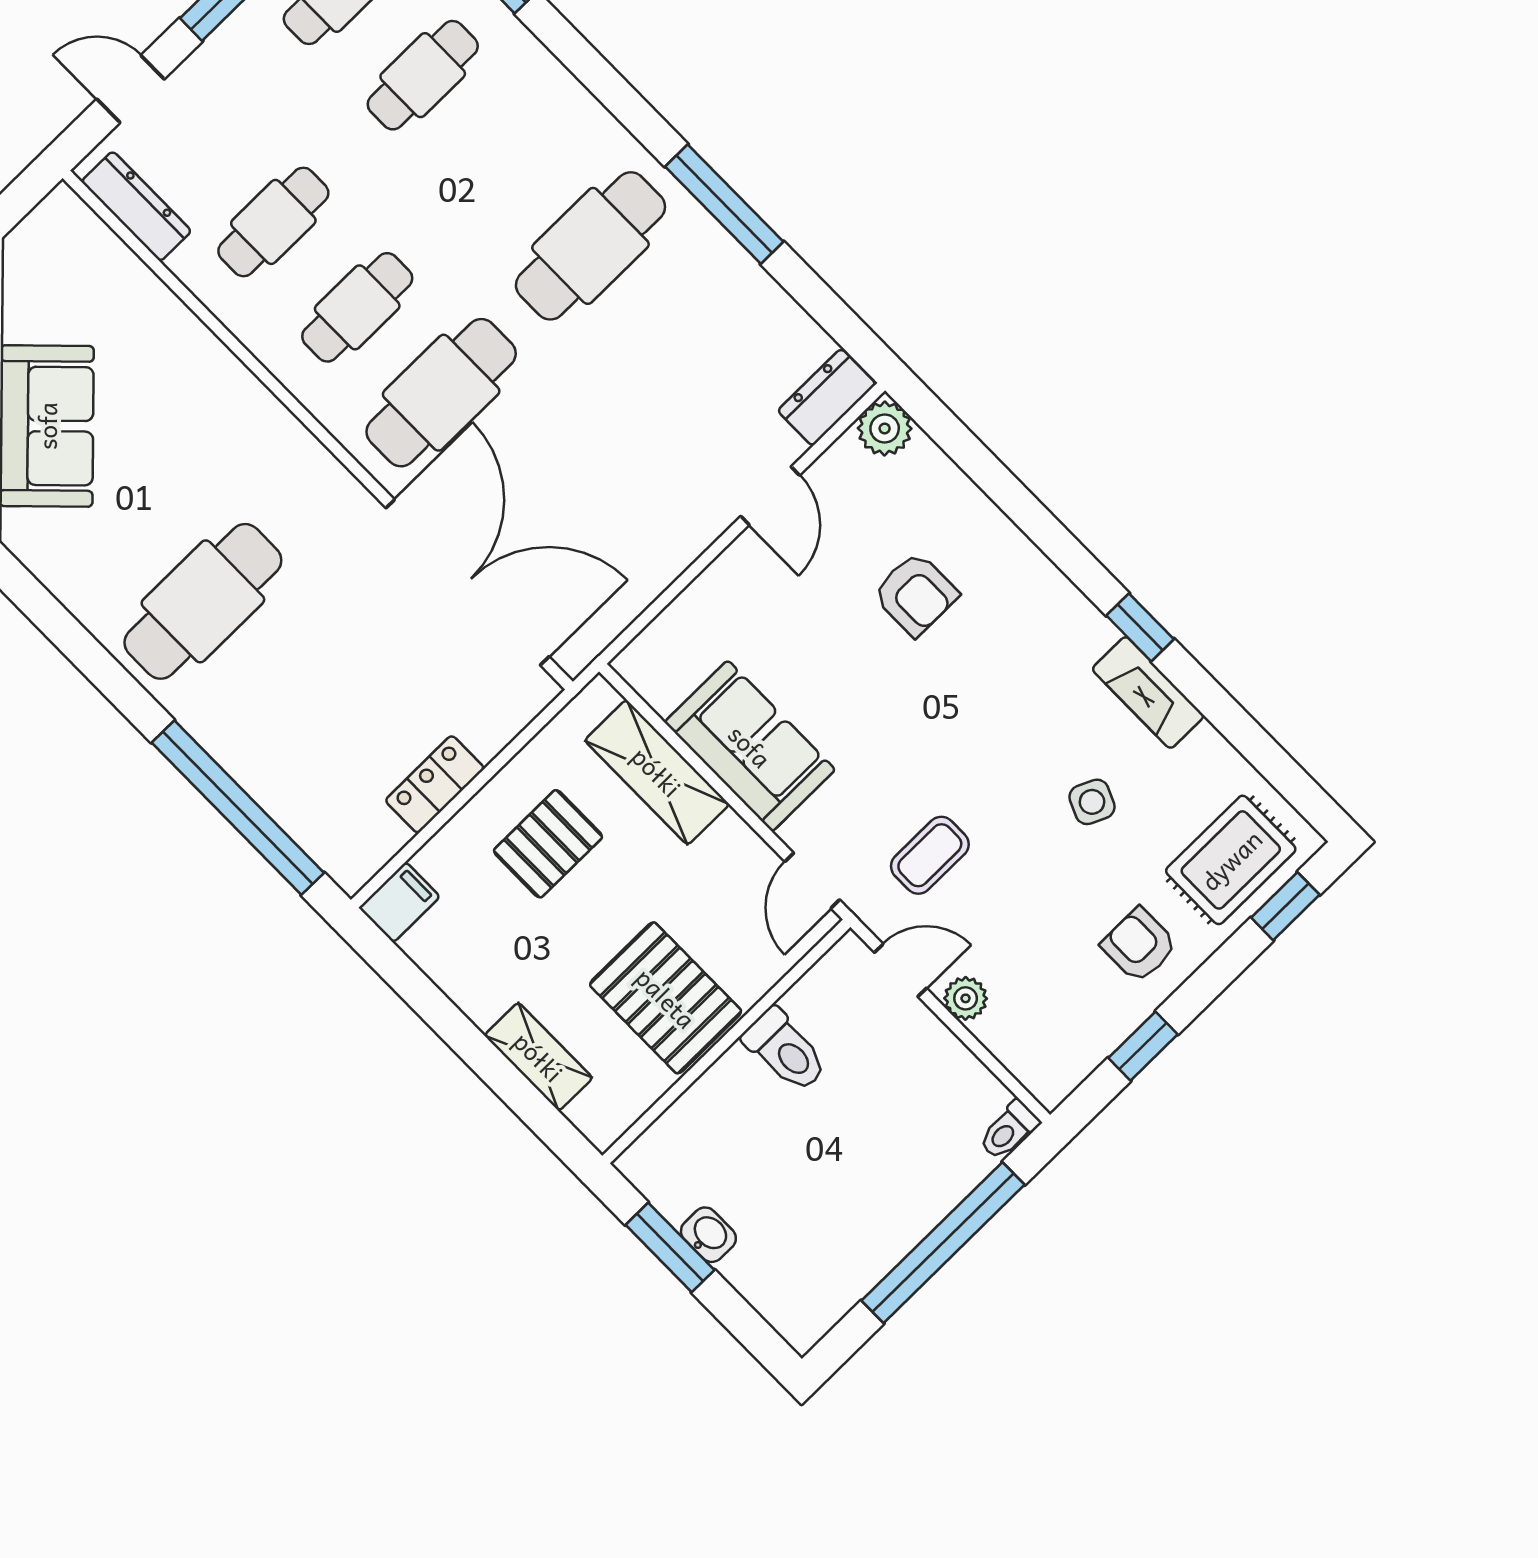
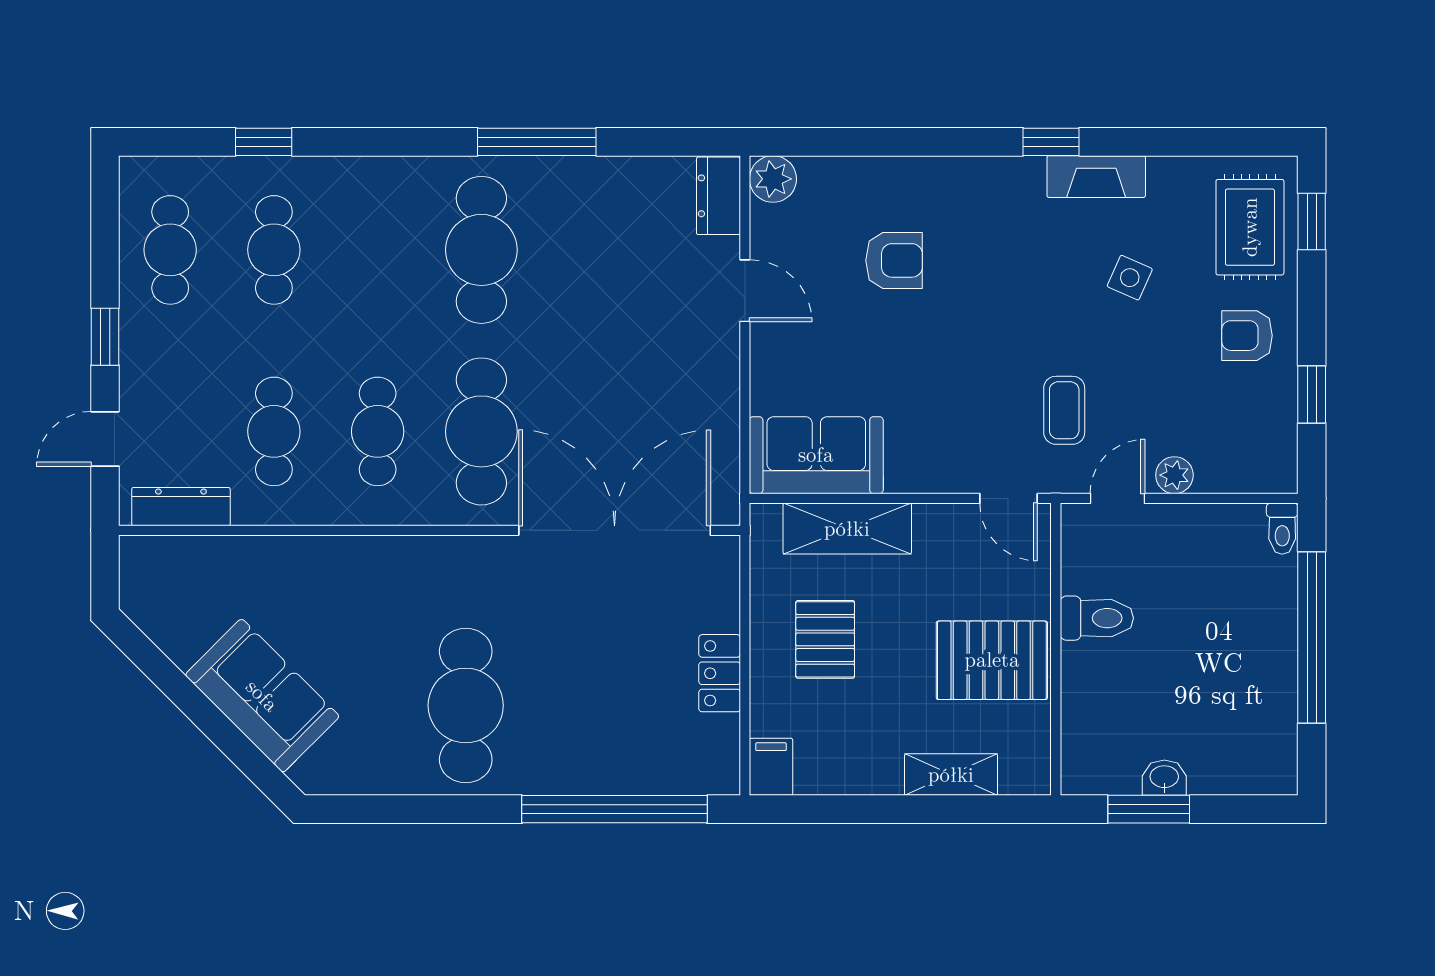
sofa: (750, 746) -> (816, 455), moved

